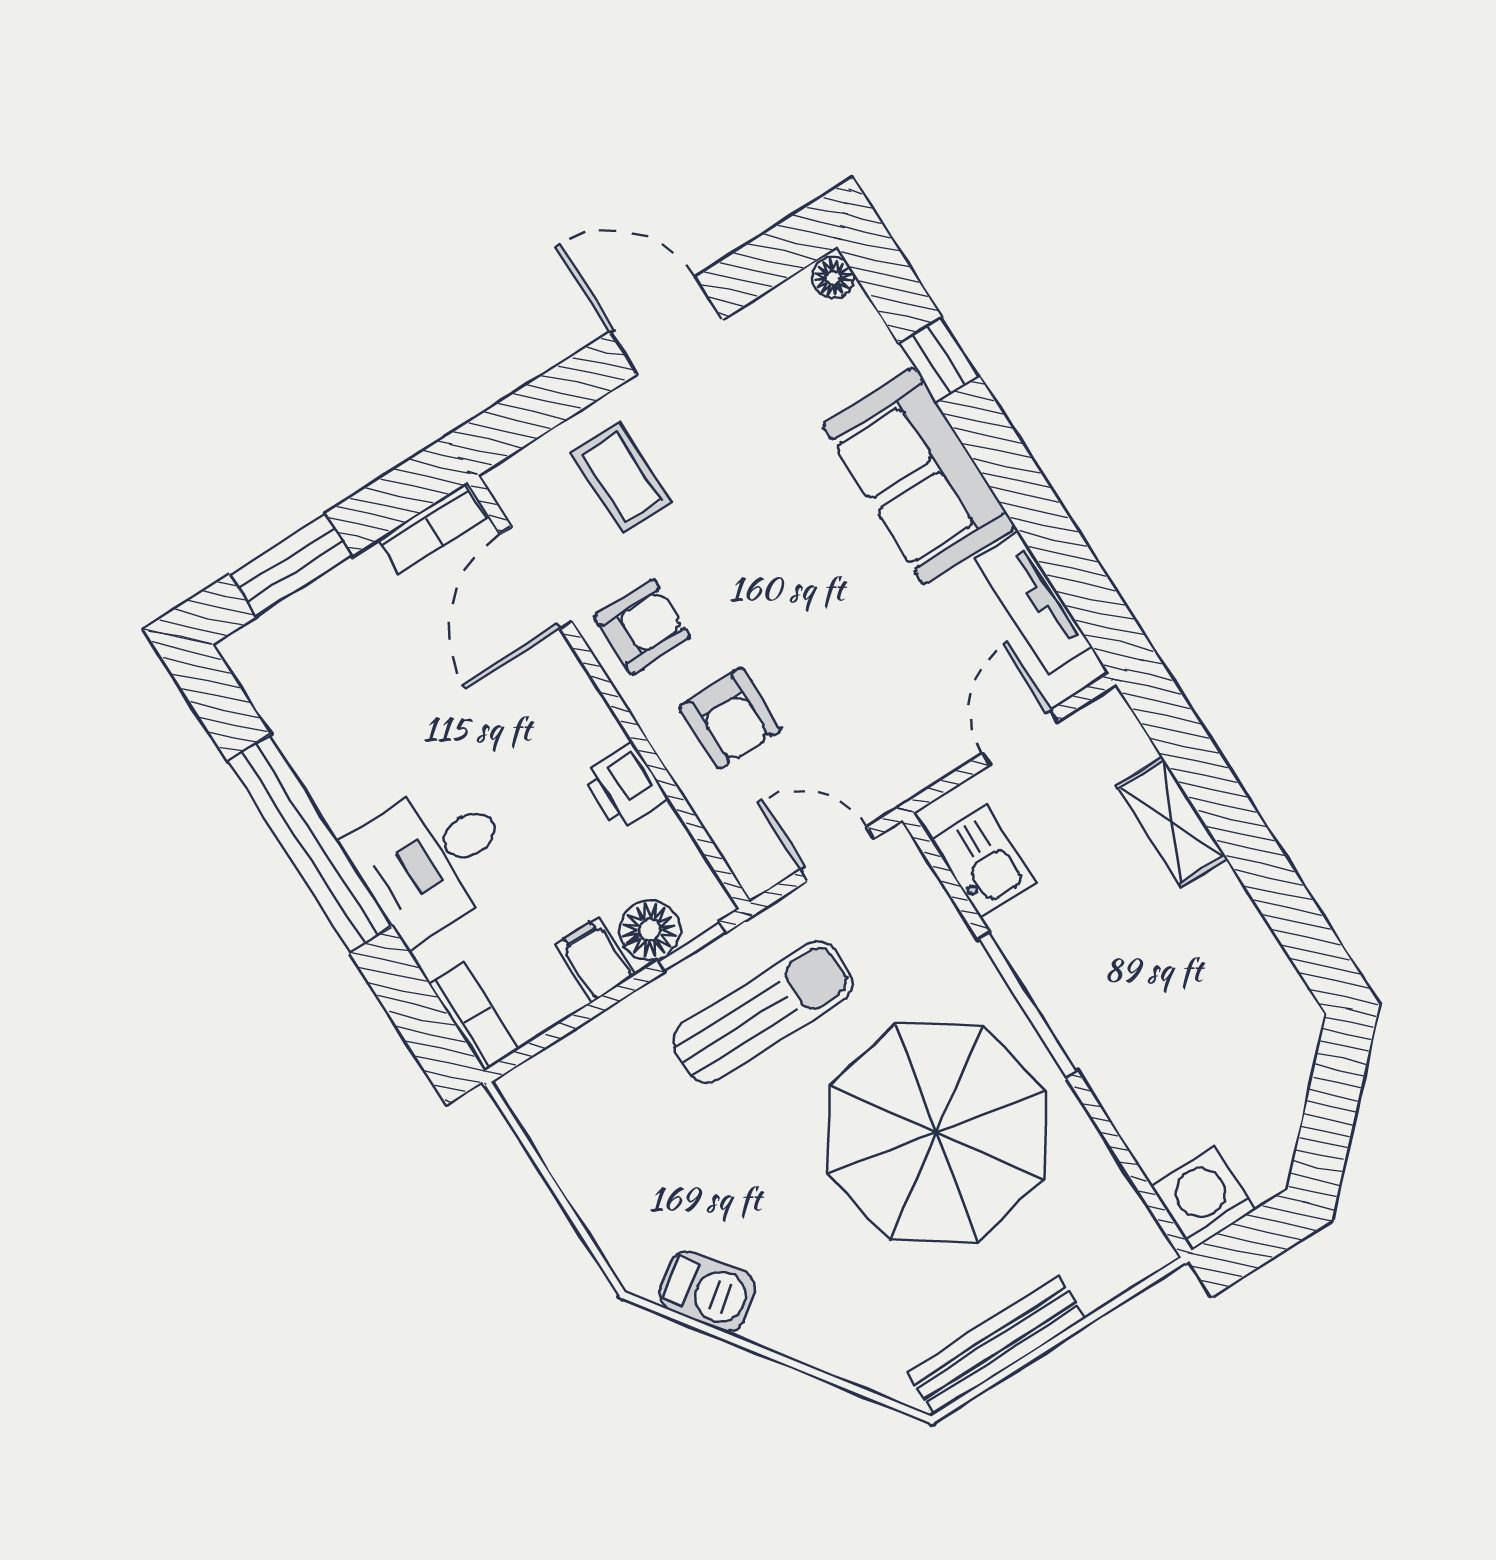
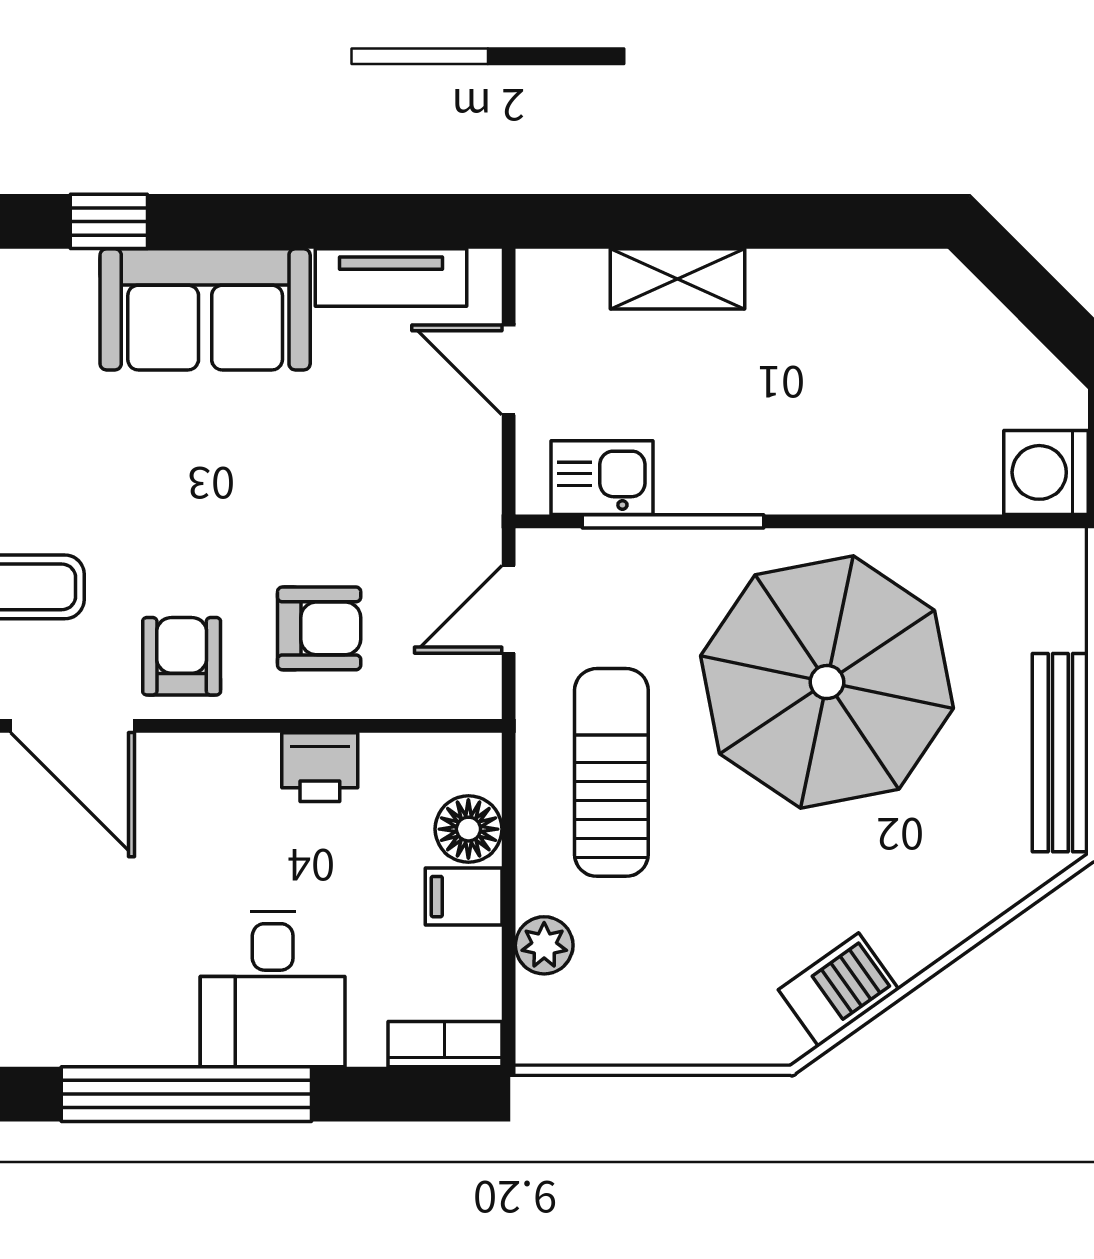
window: (692, 947) -> (509, 800), removed
window: (1028, 1005) -> (673, 521), moved
plant: (598, 1045) -> (544, 945), added

